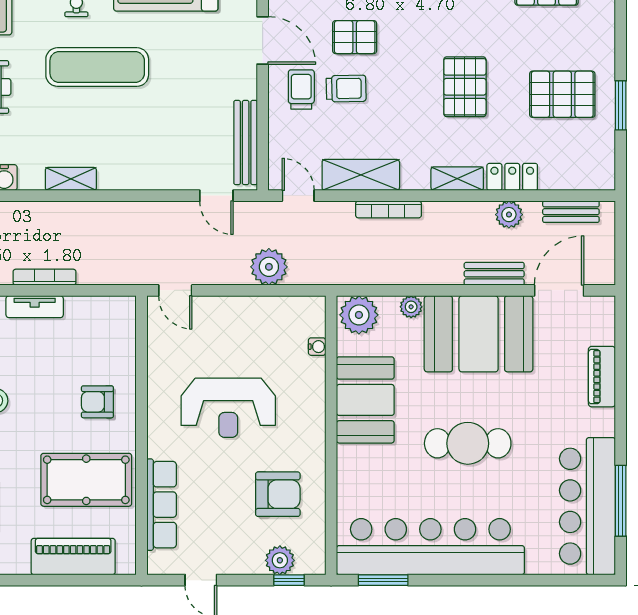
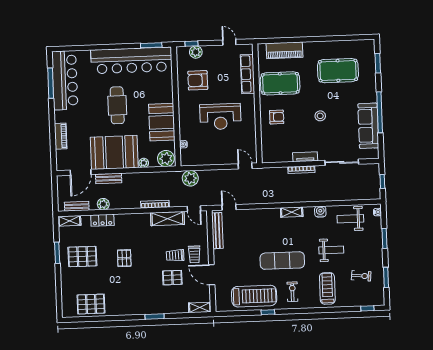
pallet: (465, 87) -> (124, 258), width x0.67, depth x0.71
shelving: (457, 179) -> (69, 221), moved
plant: (269, 267) -> (190, 178), moved
reception desk: (228, 408) -> (220, 117), turned 180
cafe table: (468, 443) -> (117, 105), turned 90

